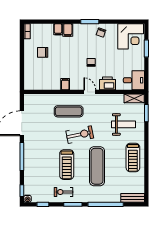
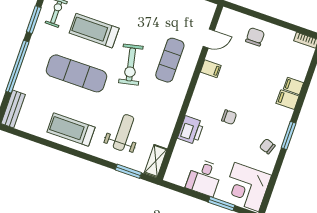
chair: (43, 52) -> (255, 37), moved
desk: (134, 80) -> (204, 178), moved
door: (90, 92) -> (209, 38), moved
weight bench: (123, 124) -> (123, 133), turned 180

